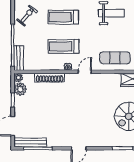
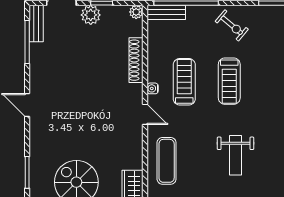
treadmill: (63, 17) -> (229, 81), turned 180
plant: (20, 89) -> (91, 15), moved
bench: (30, 142) -> (36, 24), width x0.73

